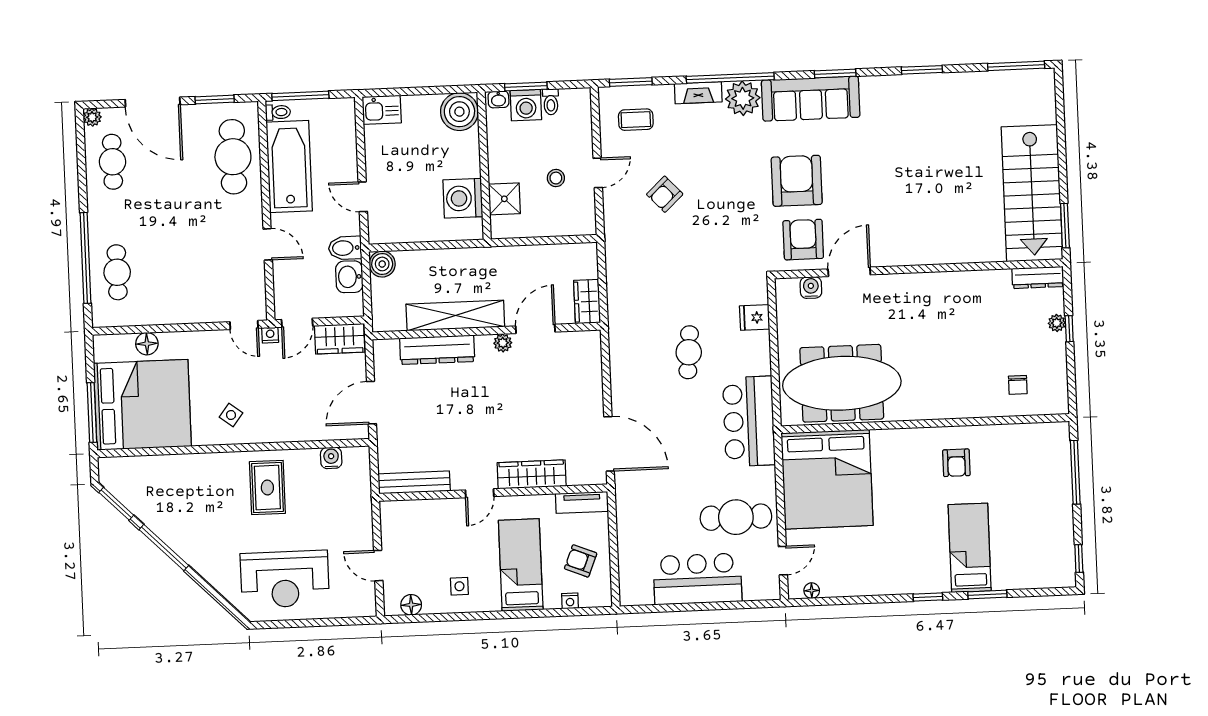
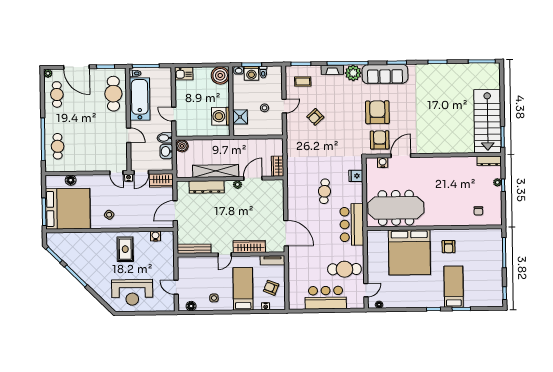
bed: (827, 479) -> (409, 252), moved

